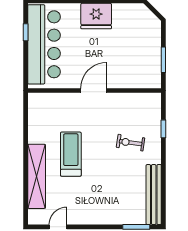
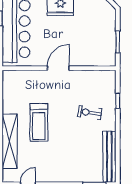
treadmill: (71, 154) -> (39, 122), turned 180

